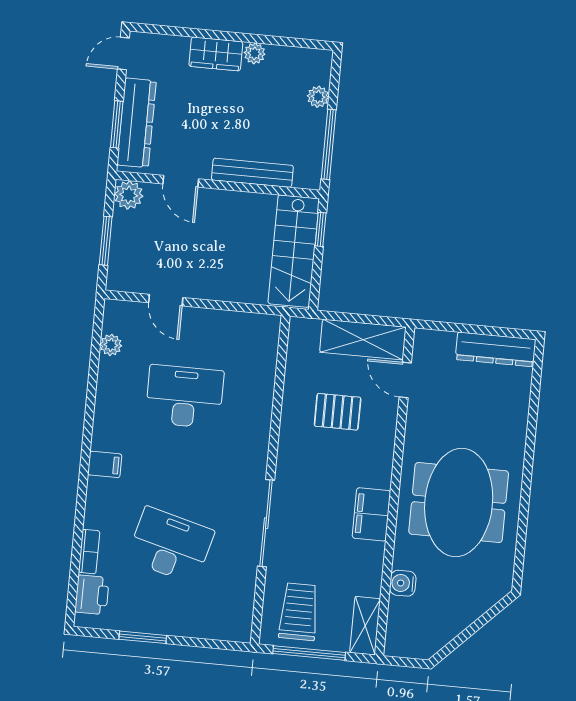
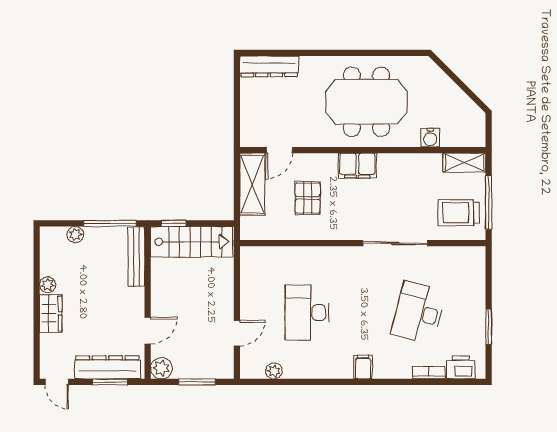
bench: (252, 173) -> (136, 256), moved
dresser: (496, 349) -> (269, 66), moved, turned 90
filing cabinet: (371, 514) -> (357, 166), moved

